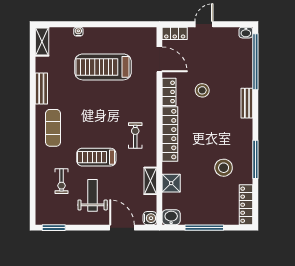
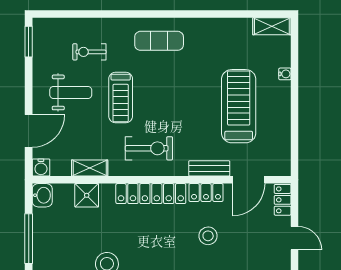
bench: (41, 89) -> (209, 168), moved
exercise bike: (135, 136) -> (149, 148), width x1.38, depth x1.39
treadmill: (96, 157) -> (121, 97), turned 180

